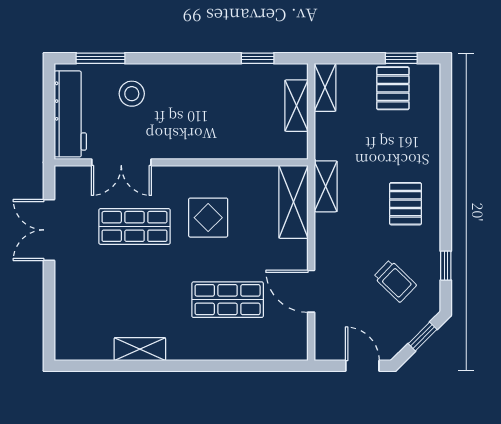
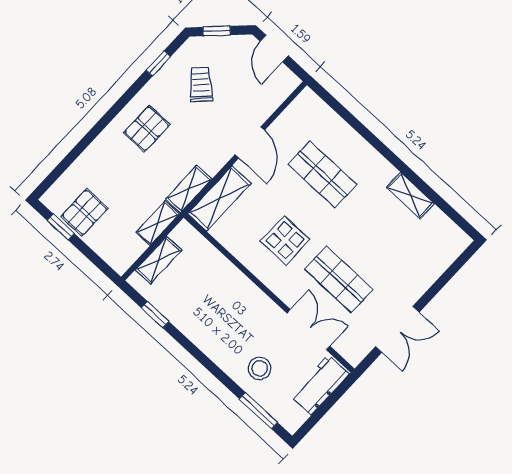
shelving: (325, 87) -> (158, 223), moved
workbench: (70, 114) -> (320, 385), width x0.73
door: (311, 291) -> (250, 142), moved

